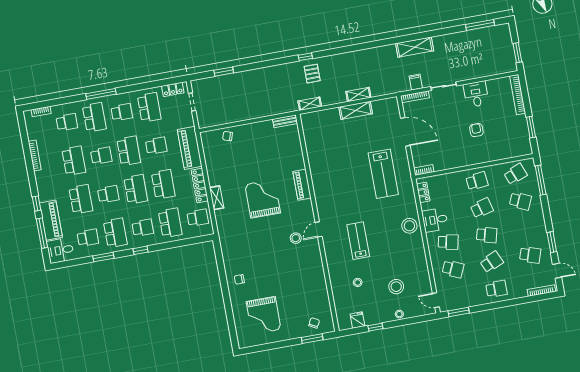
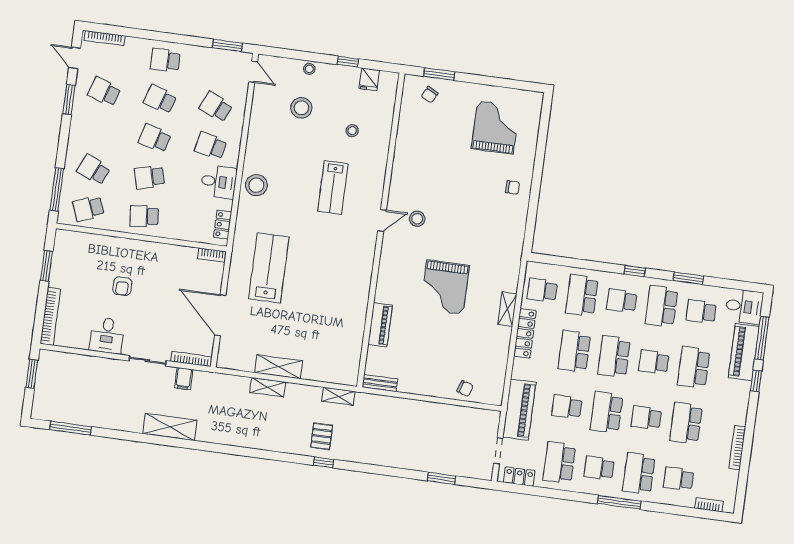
piano: (190, 148) -> (519, 410), moved
piano: (302, 185) -> (380, 325), moved
school desk: (492, 262) -> (160, 99), turned 42

